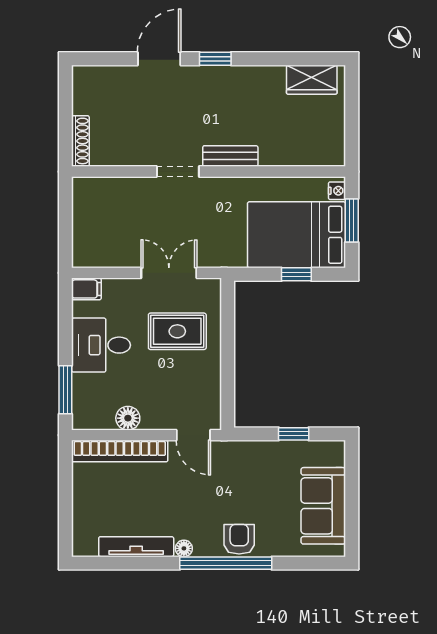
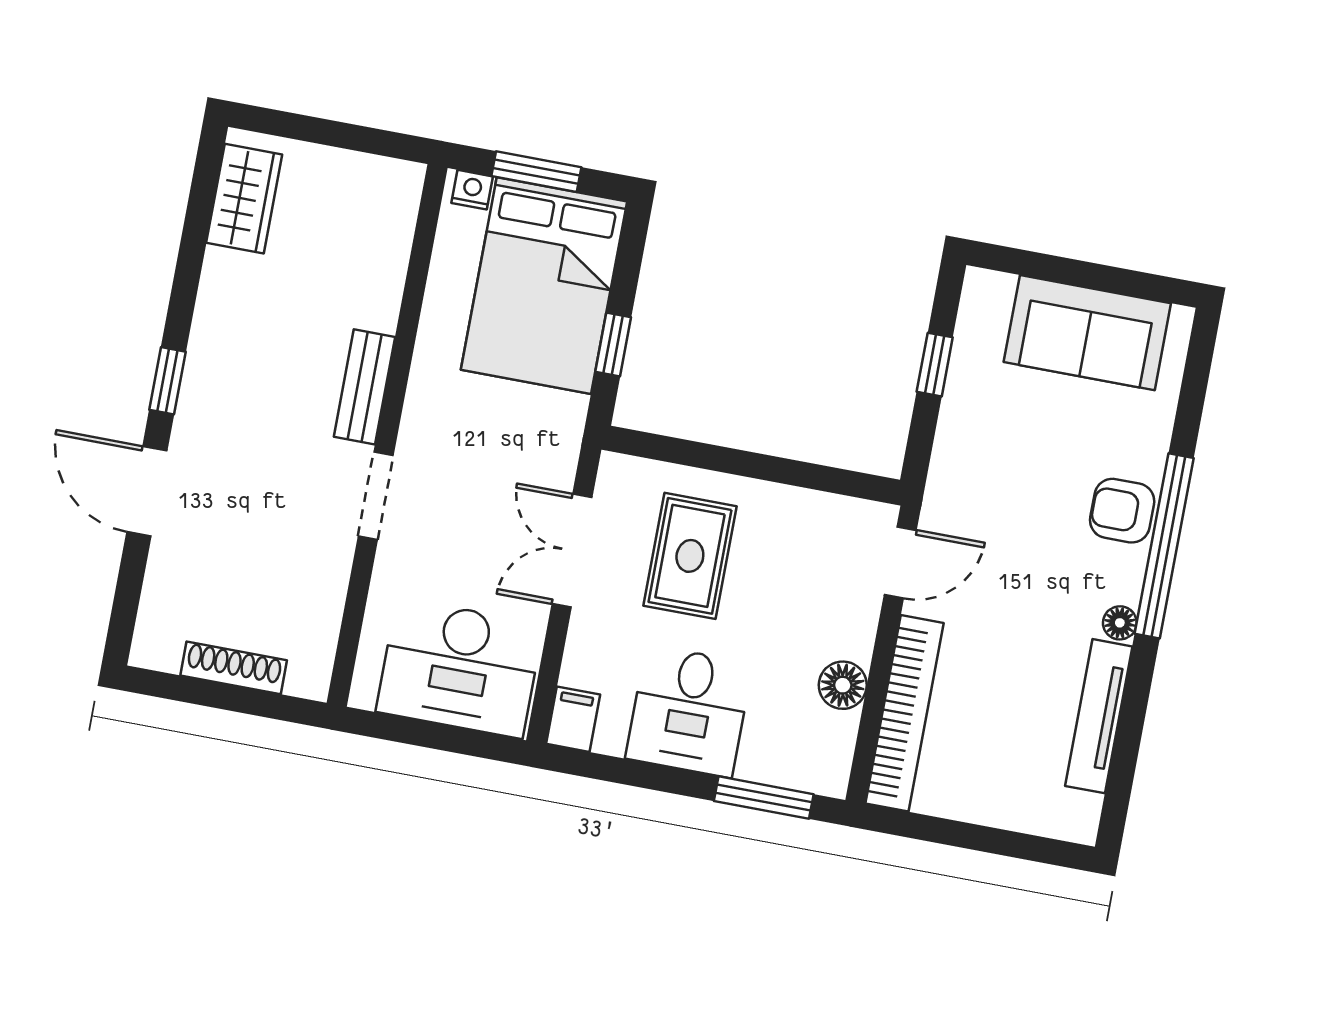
shoe rack: (80, 141) -> (234, 668), moved
desk: (101, 228) -> (460, 668), added
window: (296, 274) -> (613, 345), moved

